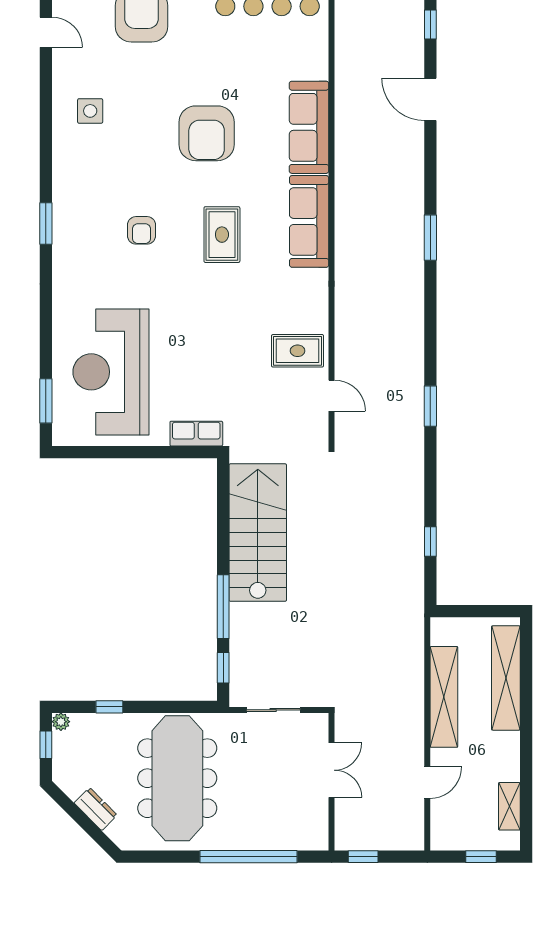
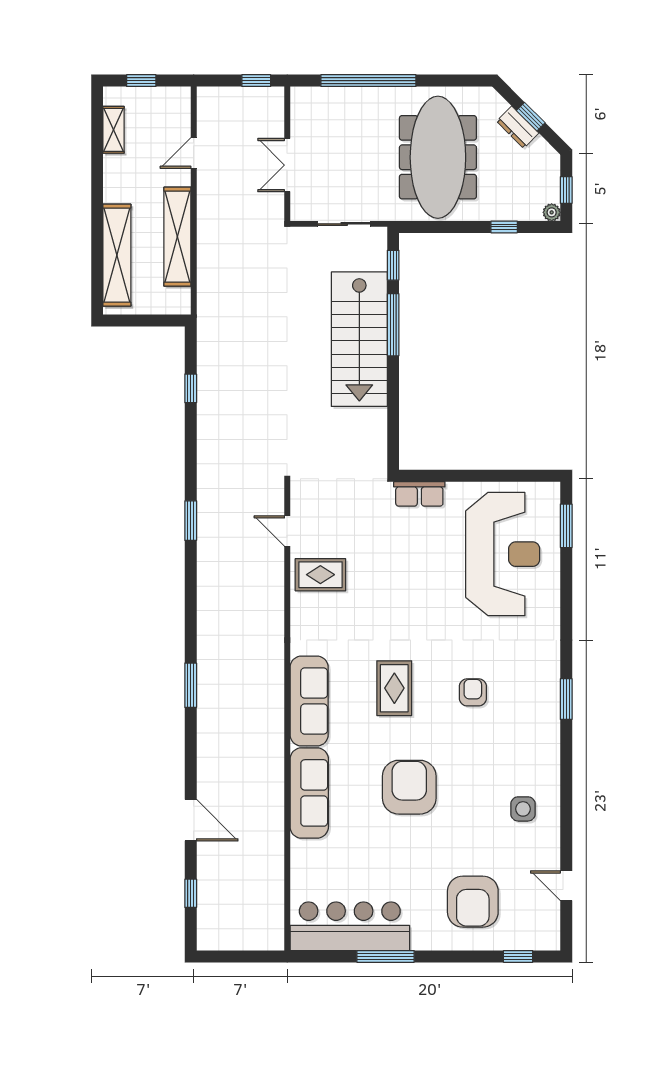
stairs: (258, 533) -> (359, 339), moved
window: (82, 820) -> (531, 117), added

